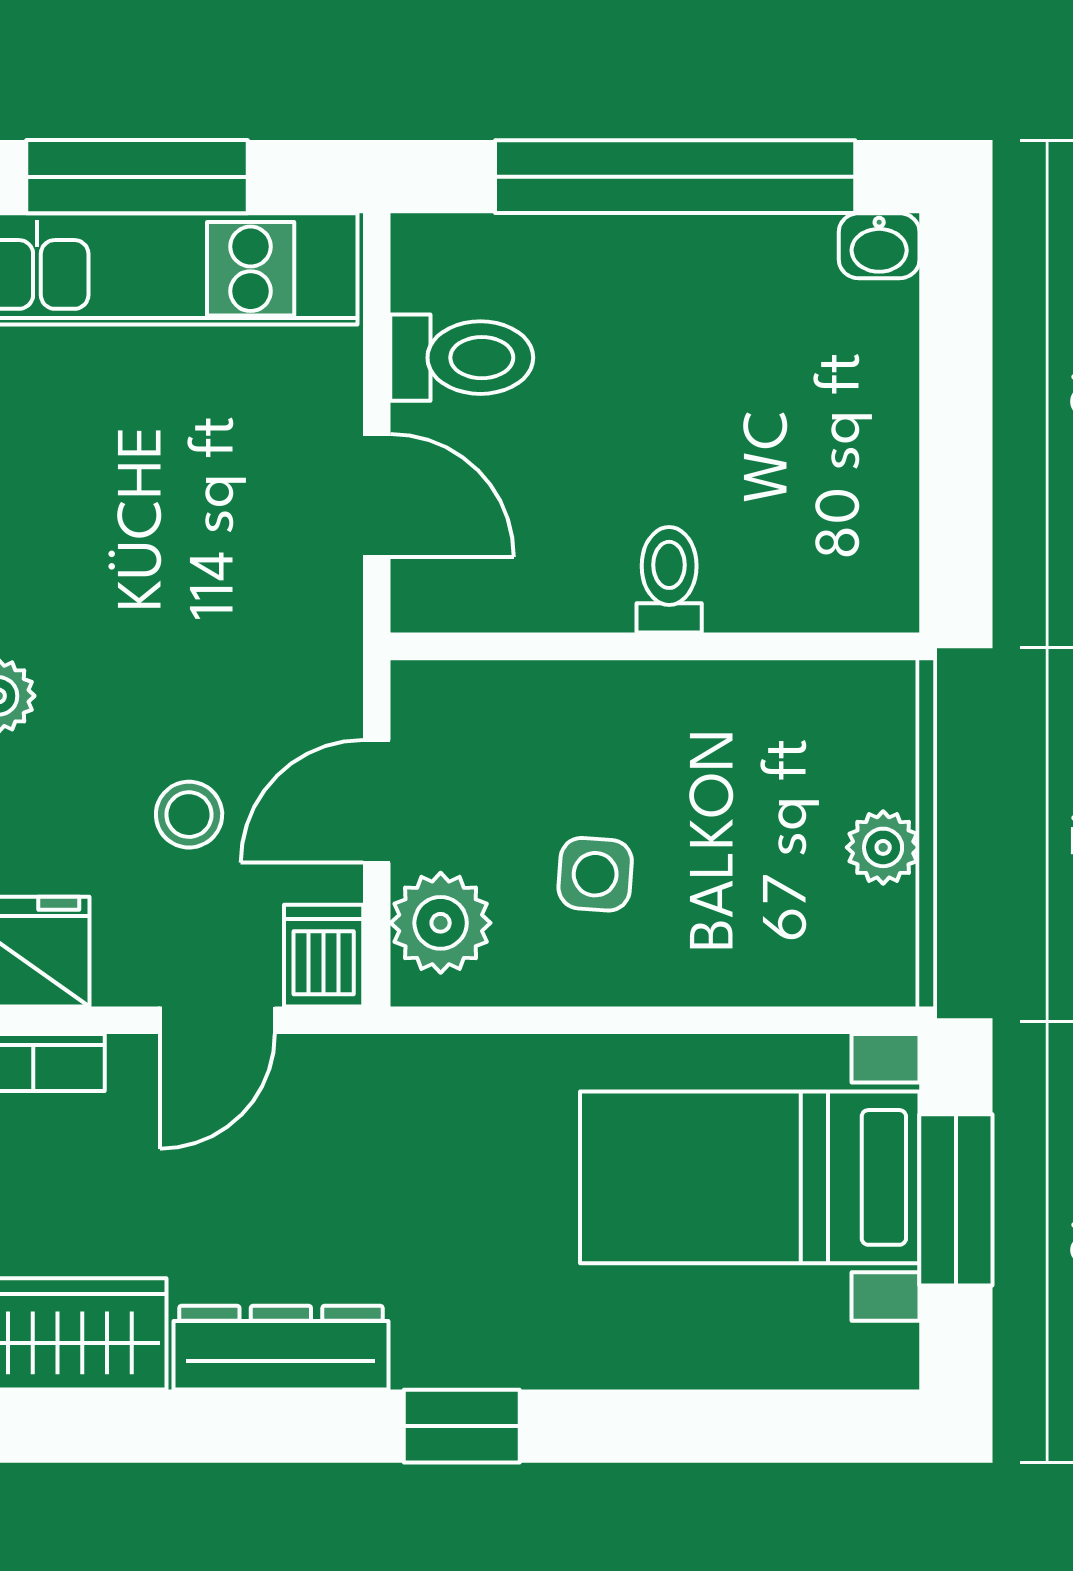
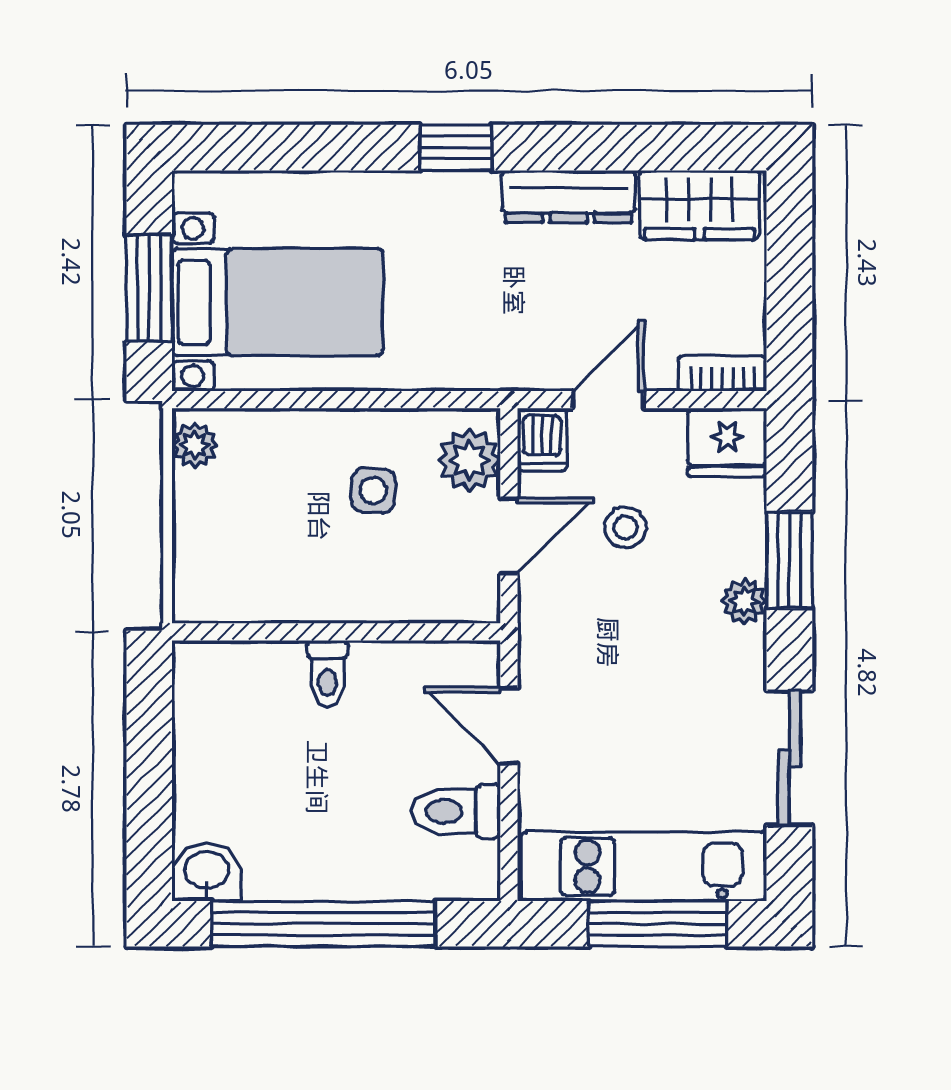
washbasin: (879, 246) -> (207, 872), width x1.38, depth x1.45
plant: (883, 847) -> (195, 445), moved

